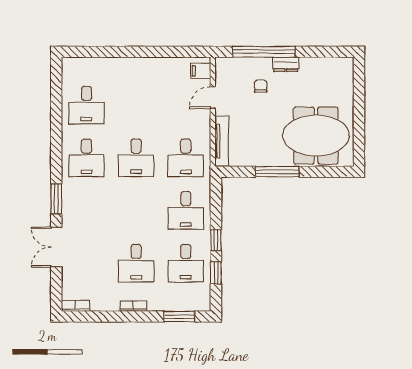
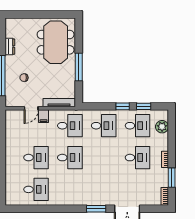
dresser: (286, 64) -> (10, 47), moved
filing cabinet: (201, 71) -> (44, 116), moved
door: (213, 98) -> (31, 108), hinge flipped
desk: (86, 158) -> (36, 158), moved
plant: (184, 301) -> (162, 127), added
window: (179, 316) -> (172, 178), moved

